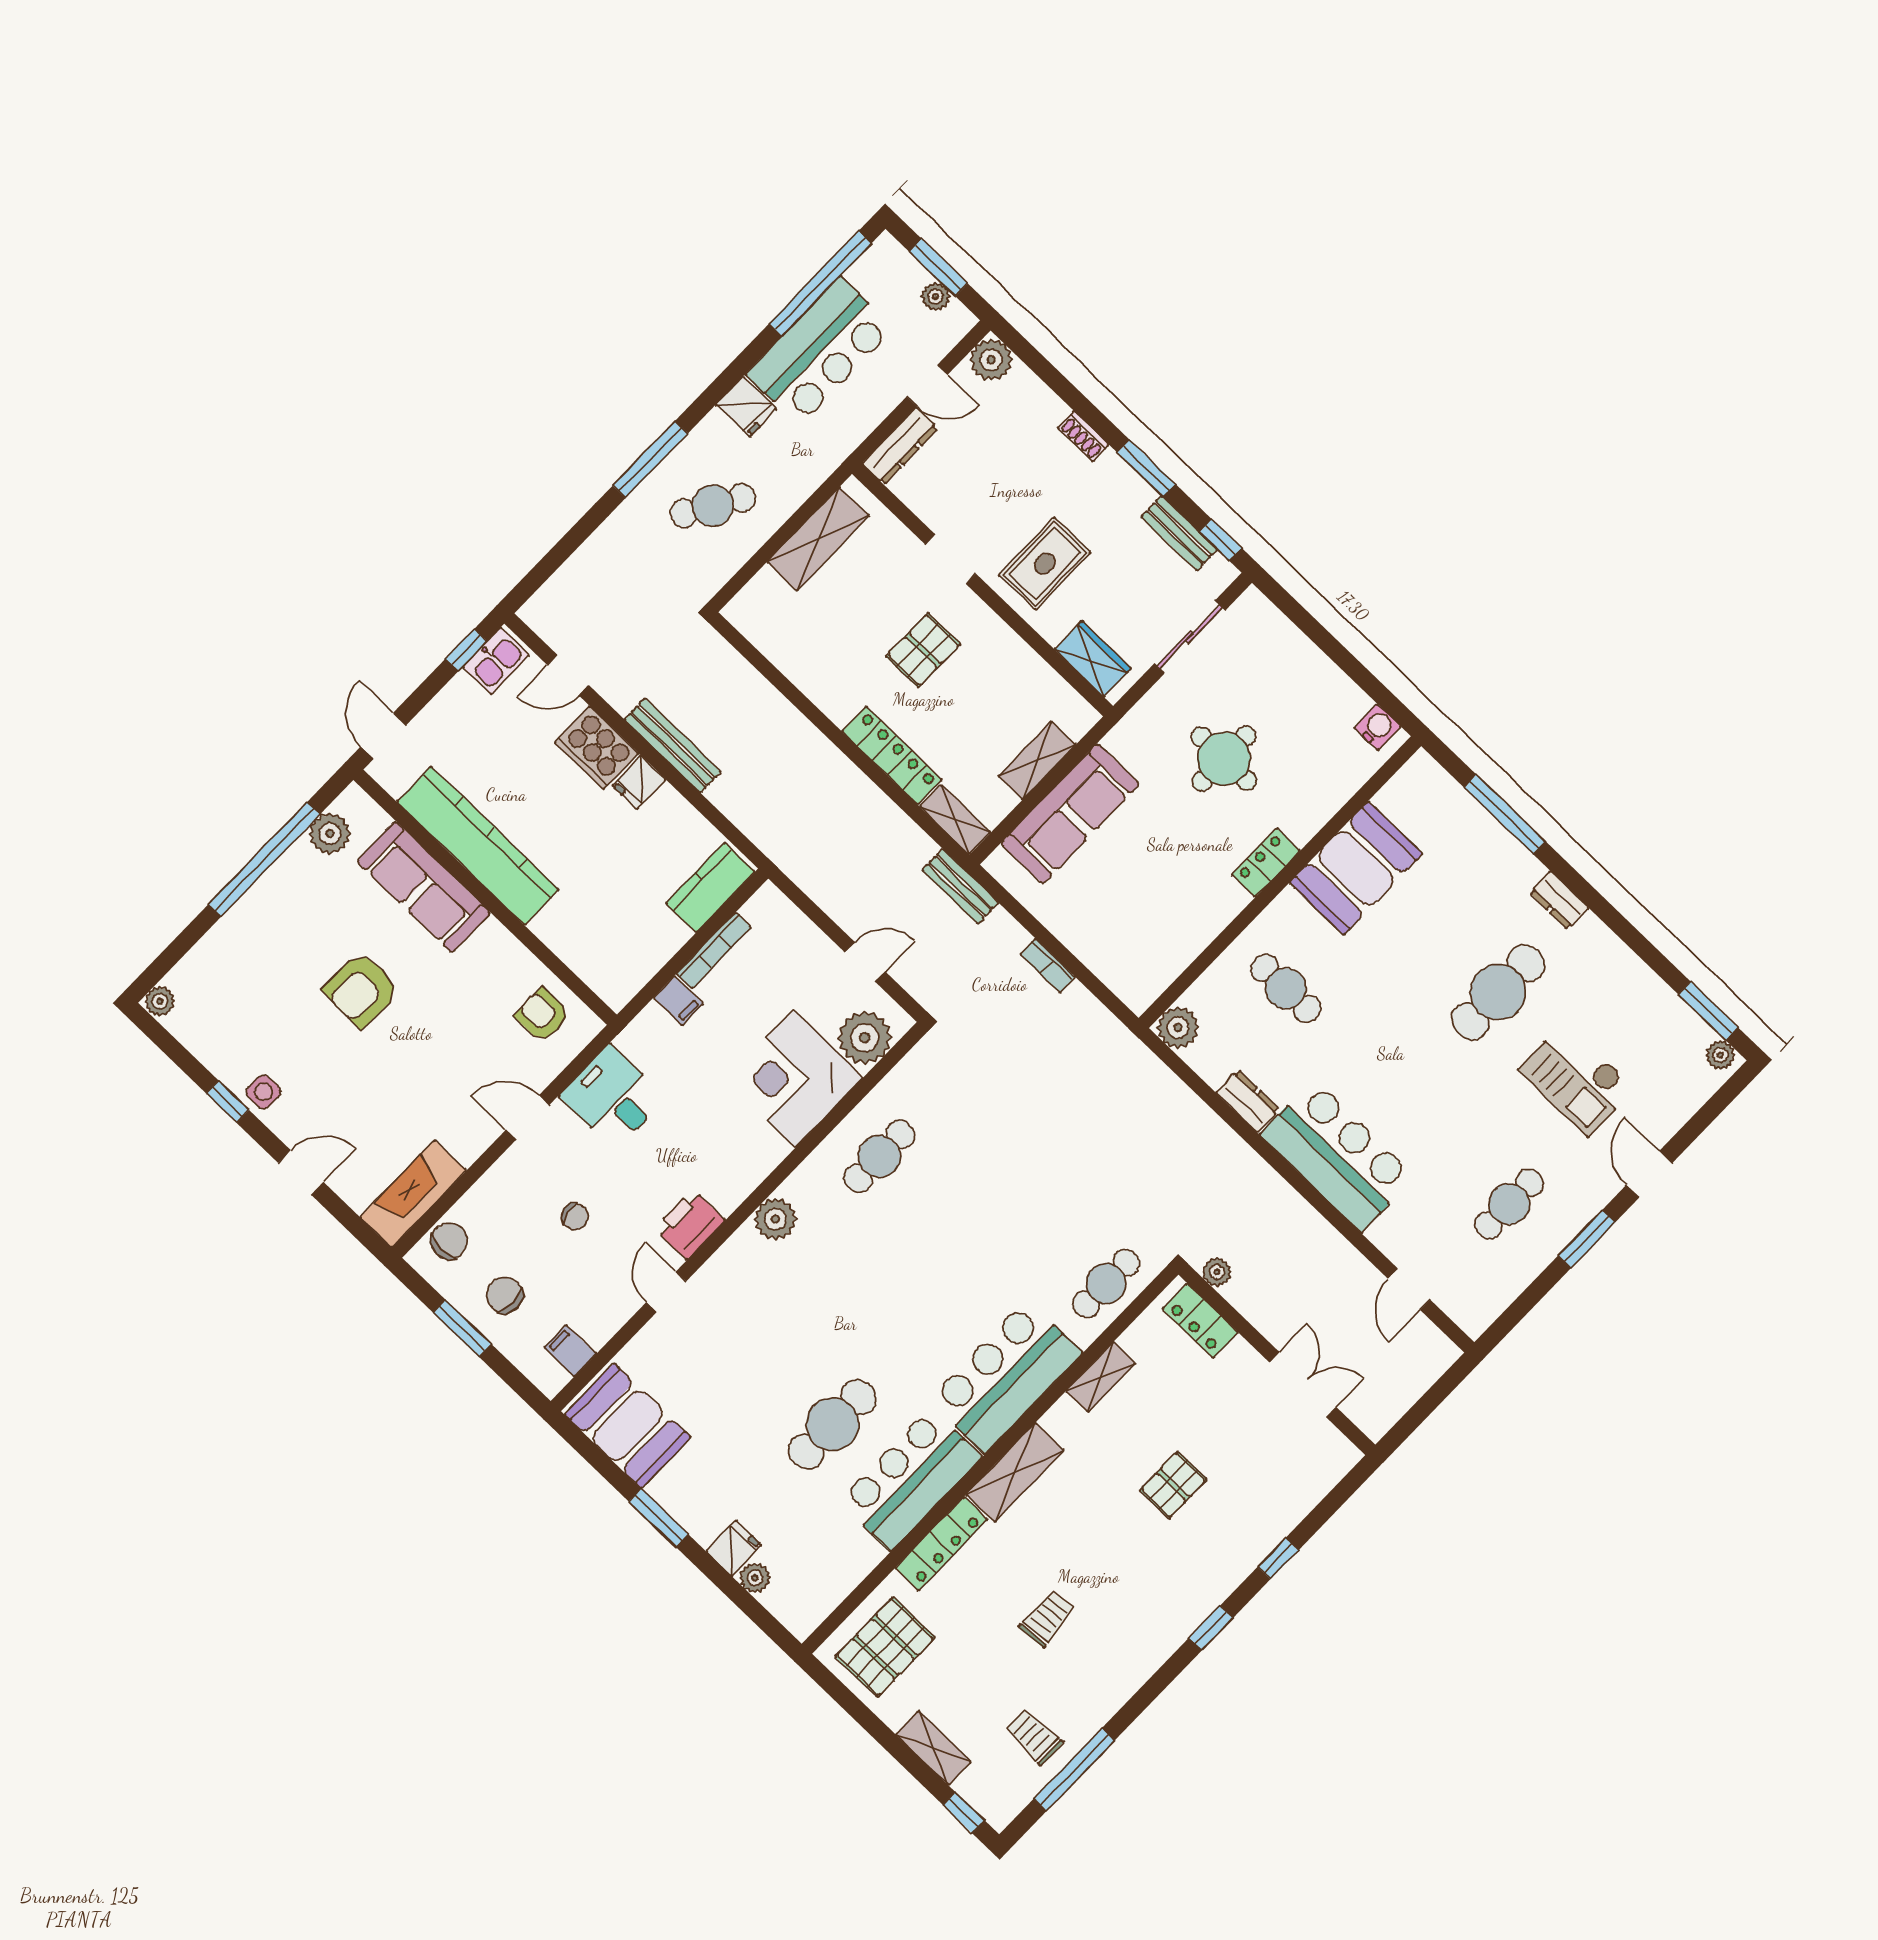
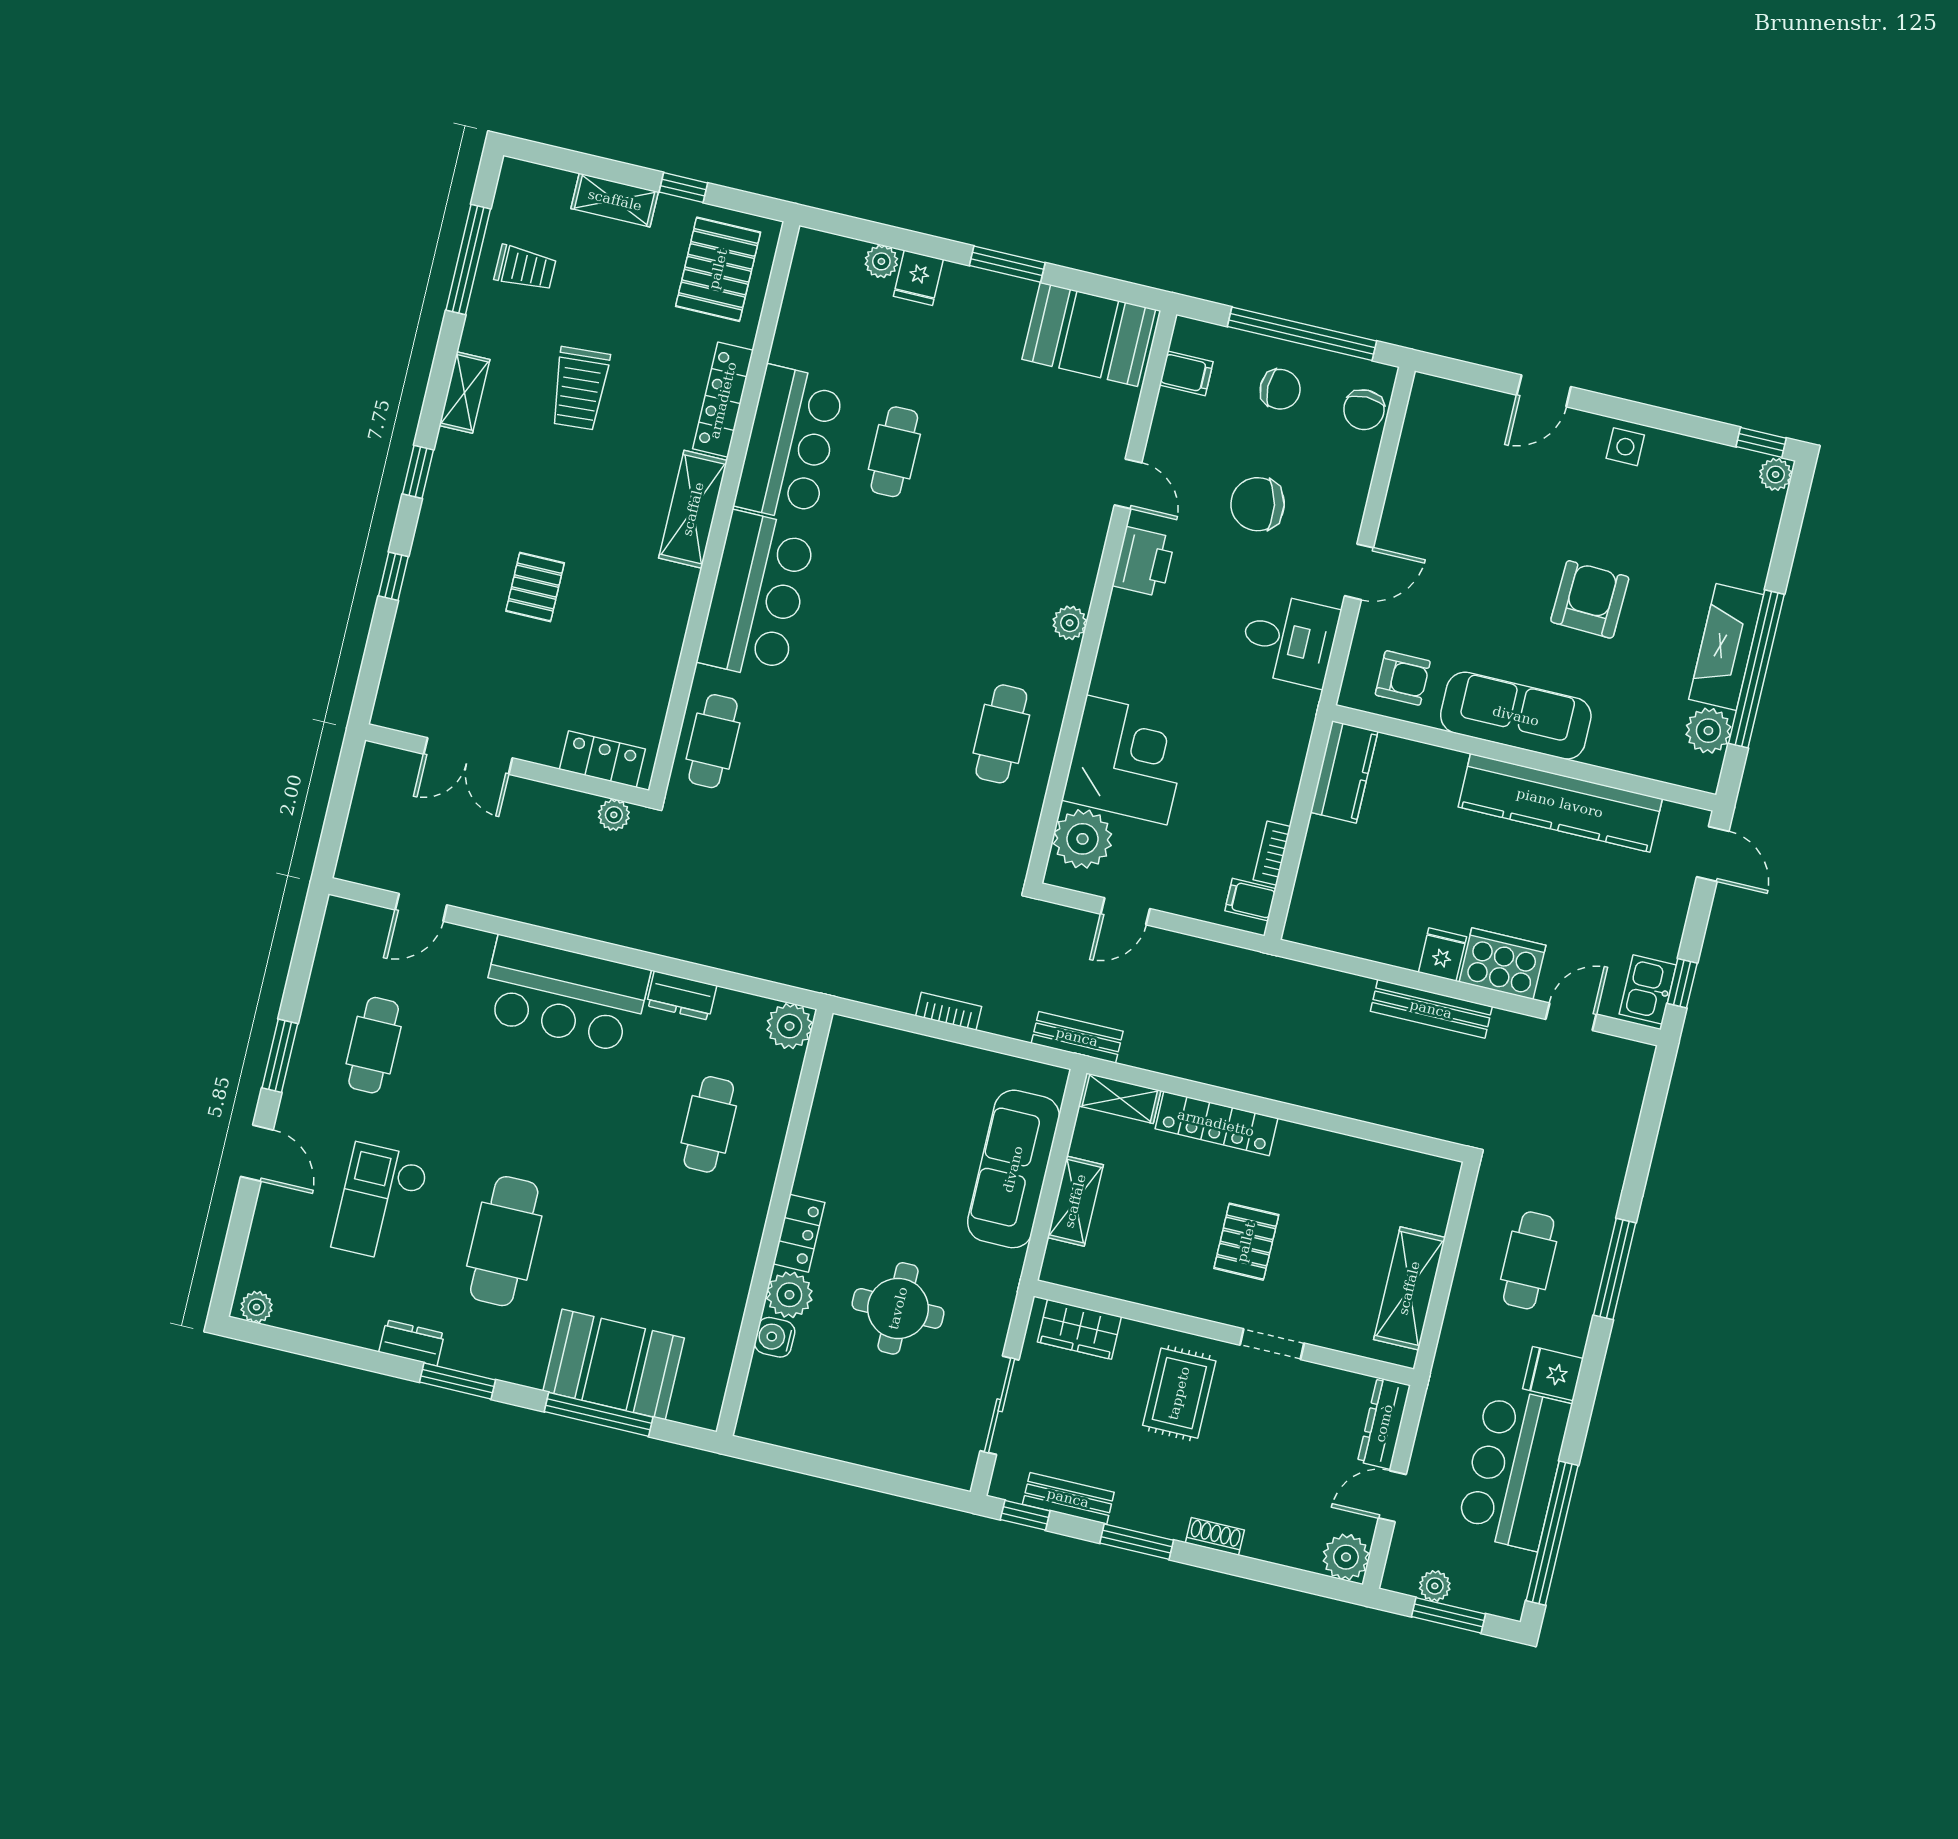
cafe table: (713, 506) -> (1529, 1260), turned -31
water cooler: (1378, 727) -> (775, 1337), moved, turned 90
plant: (1302, 819) -> (789, 1295), added
booth: (1356, 868) -> (614, 1364), moved, turned 90
sofa: (424, 887) -> (1516, 716), moved
kitchen counter: (710, 887) -> (1344, 772), moved
dresser: (1559, 900) -> (412, 1343), moved
bookcase: (714, 951) -> (1272, 853), width x0.64
cafe table: (1286, 988) -> (709, 1124), turned 90
filing cabinet: (678, 1001) -> (1250, 900), moved
window: (1708, 1011) -> (457, 1381), moved
checkout: (1576, 1079) -> (380, 1203), turned -90
window: (228, 1102) -> (1761, 442), moved
fireplace: (413, 1194) -> (1726, 647), moved, turned 180
chair: (575, 1217) -> (1258, 504), width x1.87, depth x1.87
plant: (775, 1219) -> (1070, 623), width x0.73, depth x0.73
door: (1409, 1289) -> (421, 907), swing flipped
window: (462, 1328) -> (1302, 334), width x2.11
shelving: (1101, 1377) -> (465, 392), moved
cafe table: (832, 1424) -> (894, 452), width x0.73, depth x0.74
trolley: (1047, 1618) -> (580, 388), width x1.36, depth x1.39
window: (964, 1813) -> (683, 188), moved

